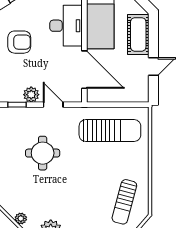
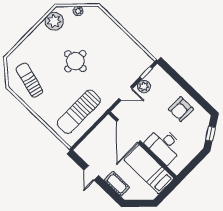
cot: (138, 34) -> (117, 184), width x0.73, depth x0.75
door: (84, 70) -> (128, 131), hinge flipped
round table: (43, 153) -> (75, 61), moved

